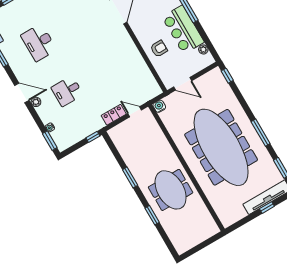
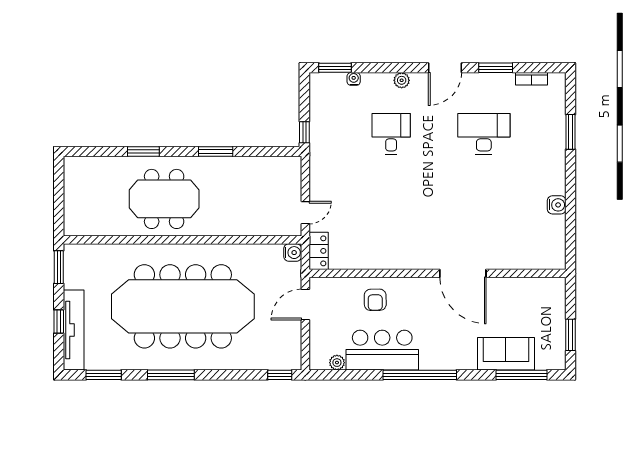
door: (22, 93) -> (445, 68), moved
locker: (114, 115) -> (319, 251), moved
window: (238, 224) -> (59, 267), added

